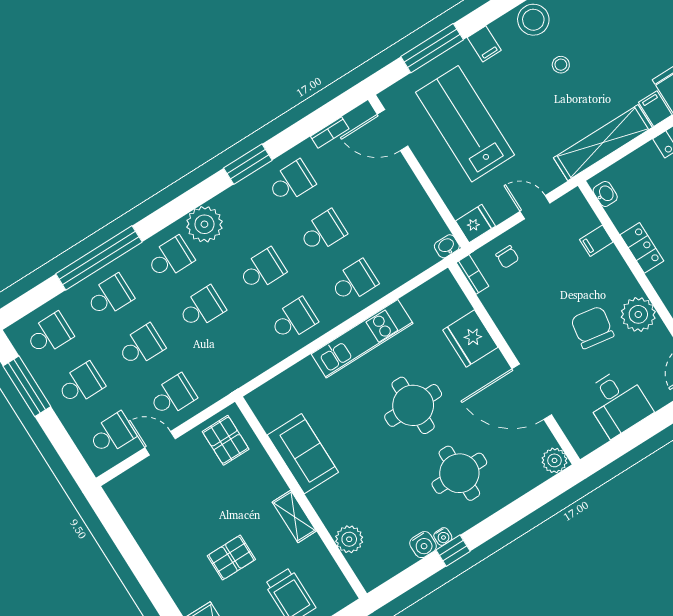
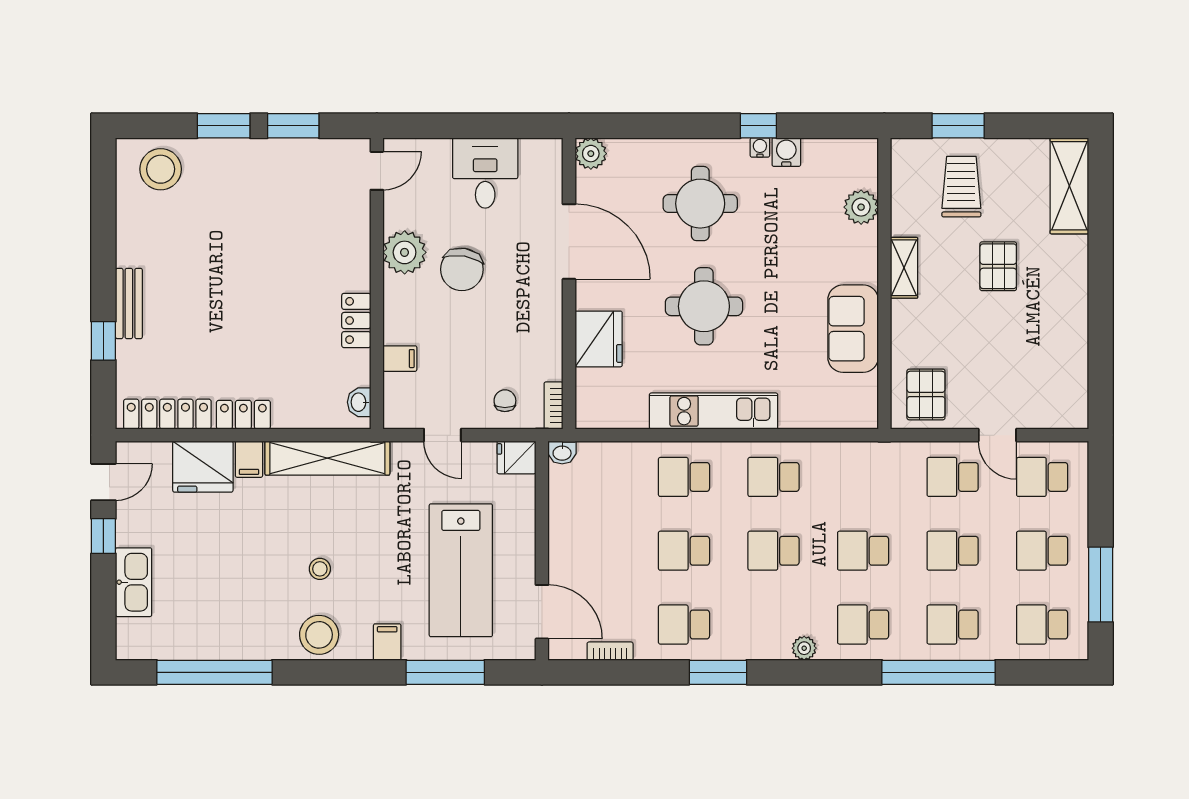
plant: (204, 224) -> (804, 648), width x0.53, depth x0.53
pallet: (231, 558) -> (998, 266), turned 90

